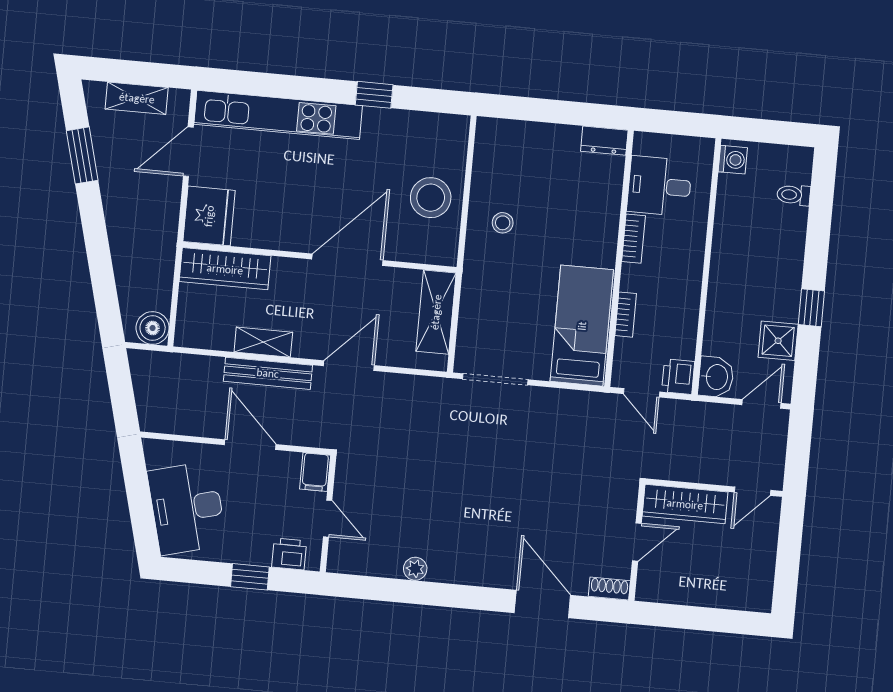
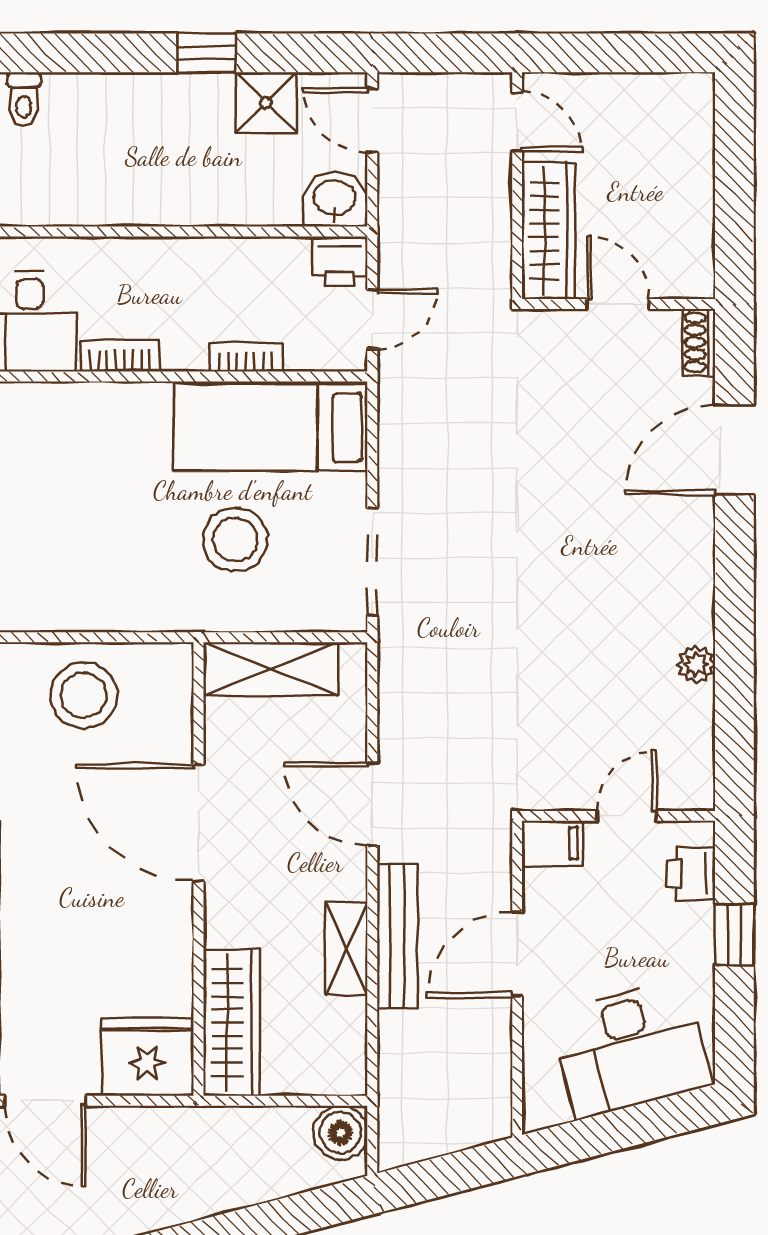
stool: (503, 223) -> (235, 540), moved, width x1.89, depth x1.89

